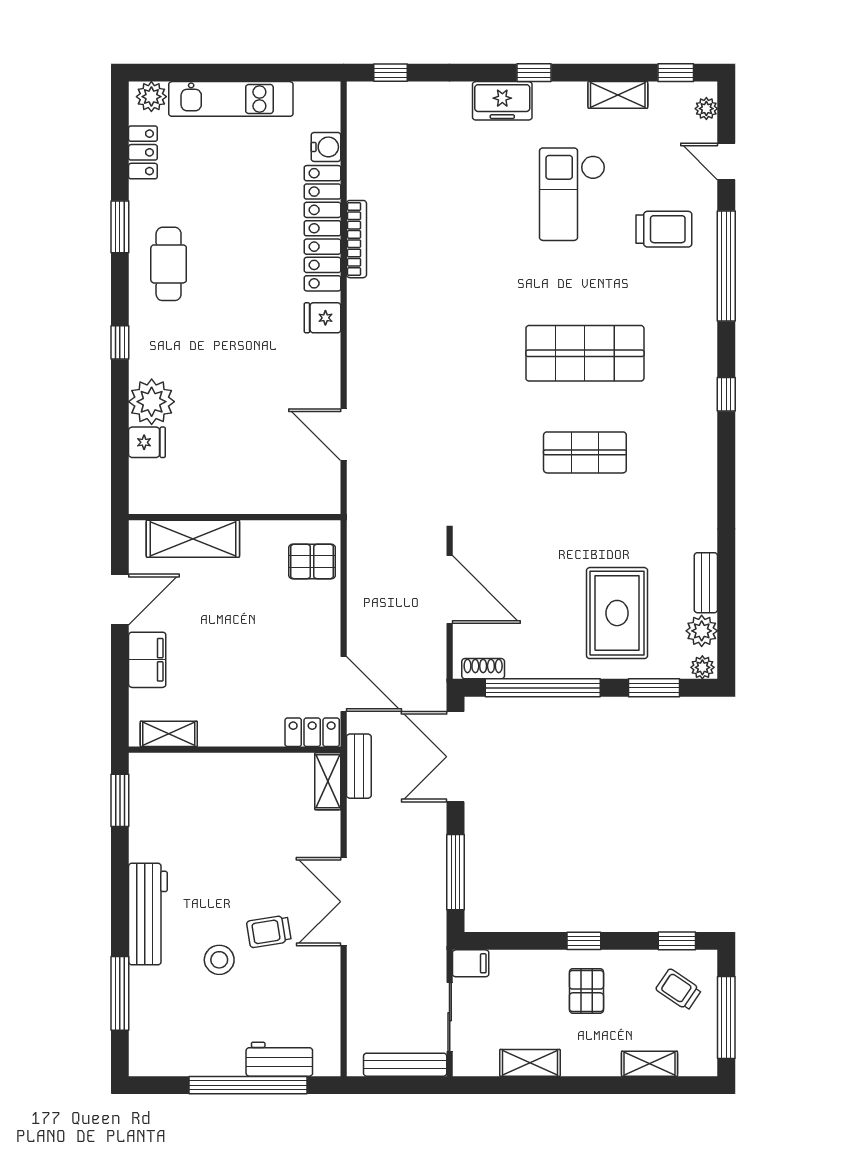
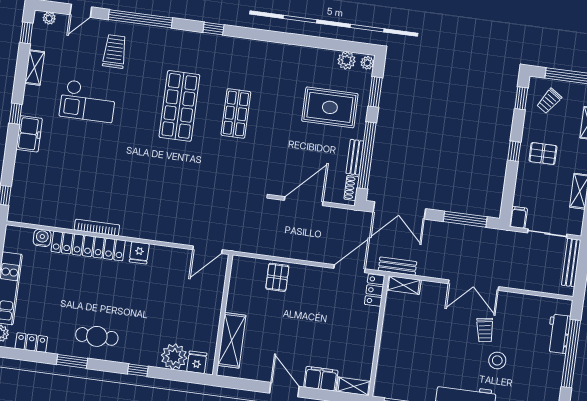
wall: (235, 517) -> (223, 315), moved
shelving: (193, 539) -> (232, 340), moved
bench: (706, 583) -> (355, 157), moved, turned 90
shelving: (169, 734) -> (354, 386), moved, turned 90

